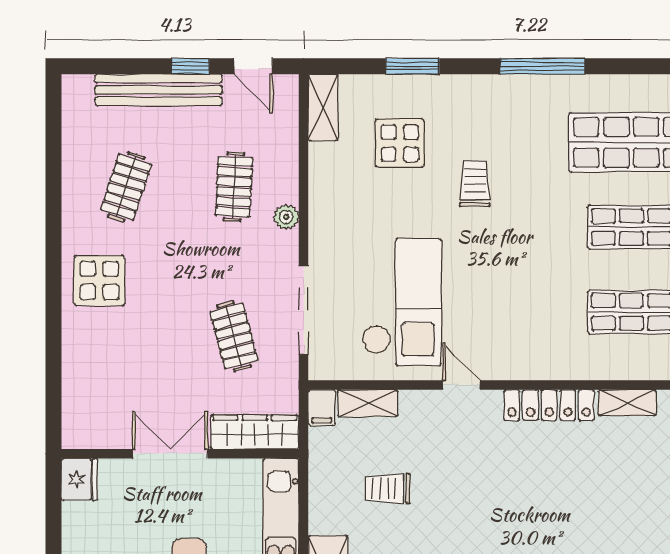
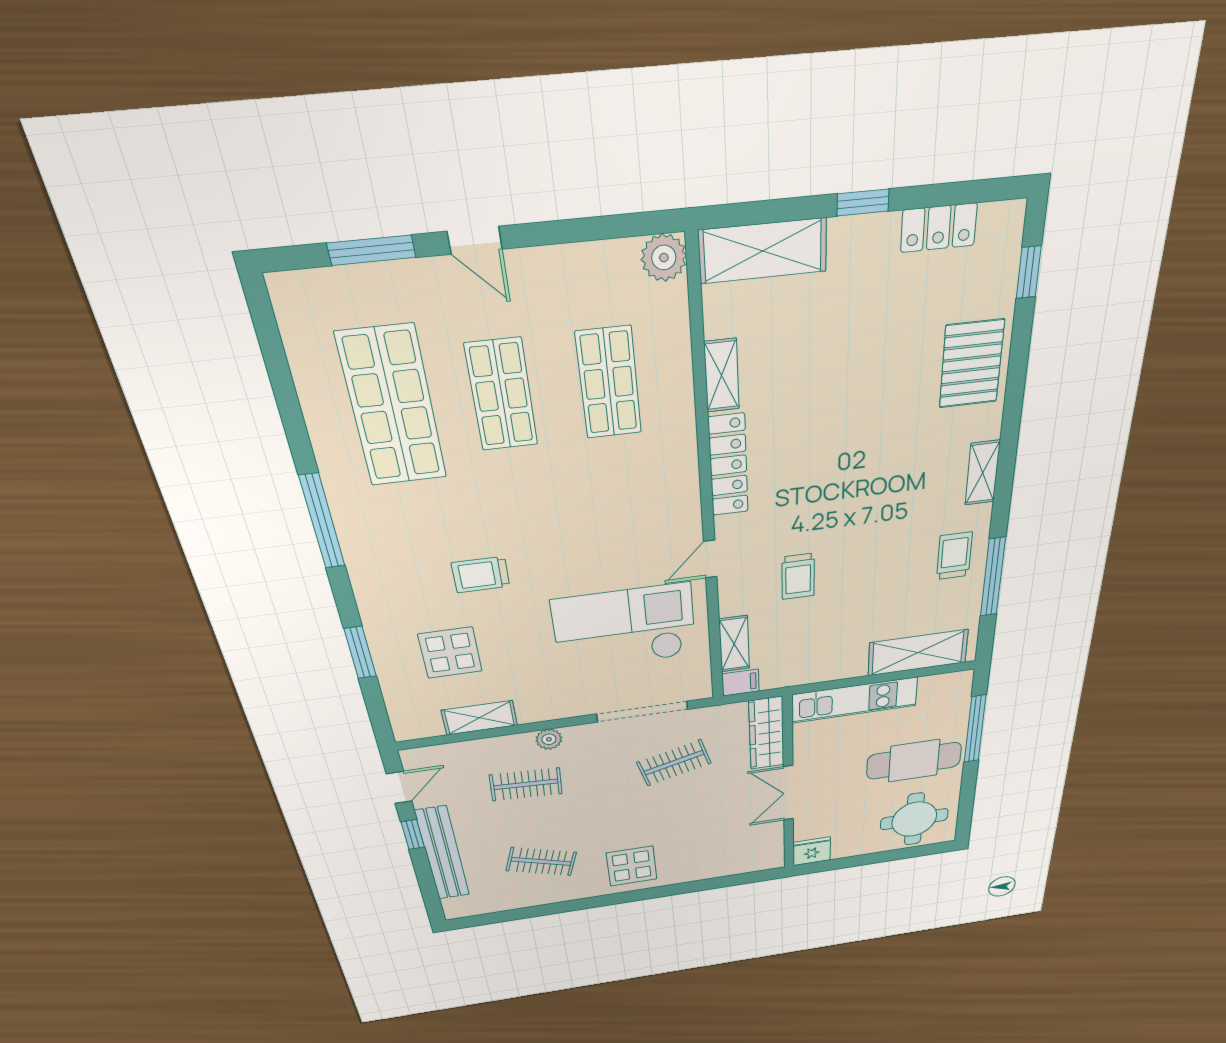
shelving: (323, 107) -> (480, 718), moved
trolley: (387, 489) -> (798, 576), moved

